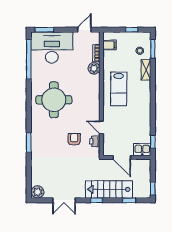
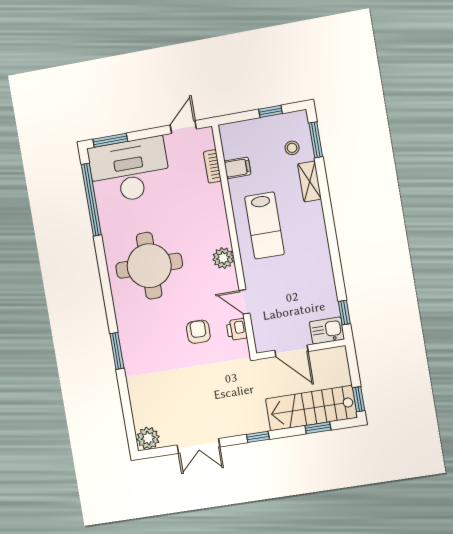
filing cabinet: (109, 45) -> (237, 168), moved
plant: (94, 68) -> (223, 258), moved
stairs: (109, 189) -> (311, 408), moved

